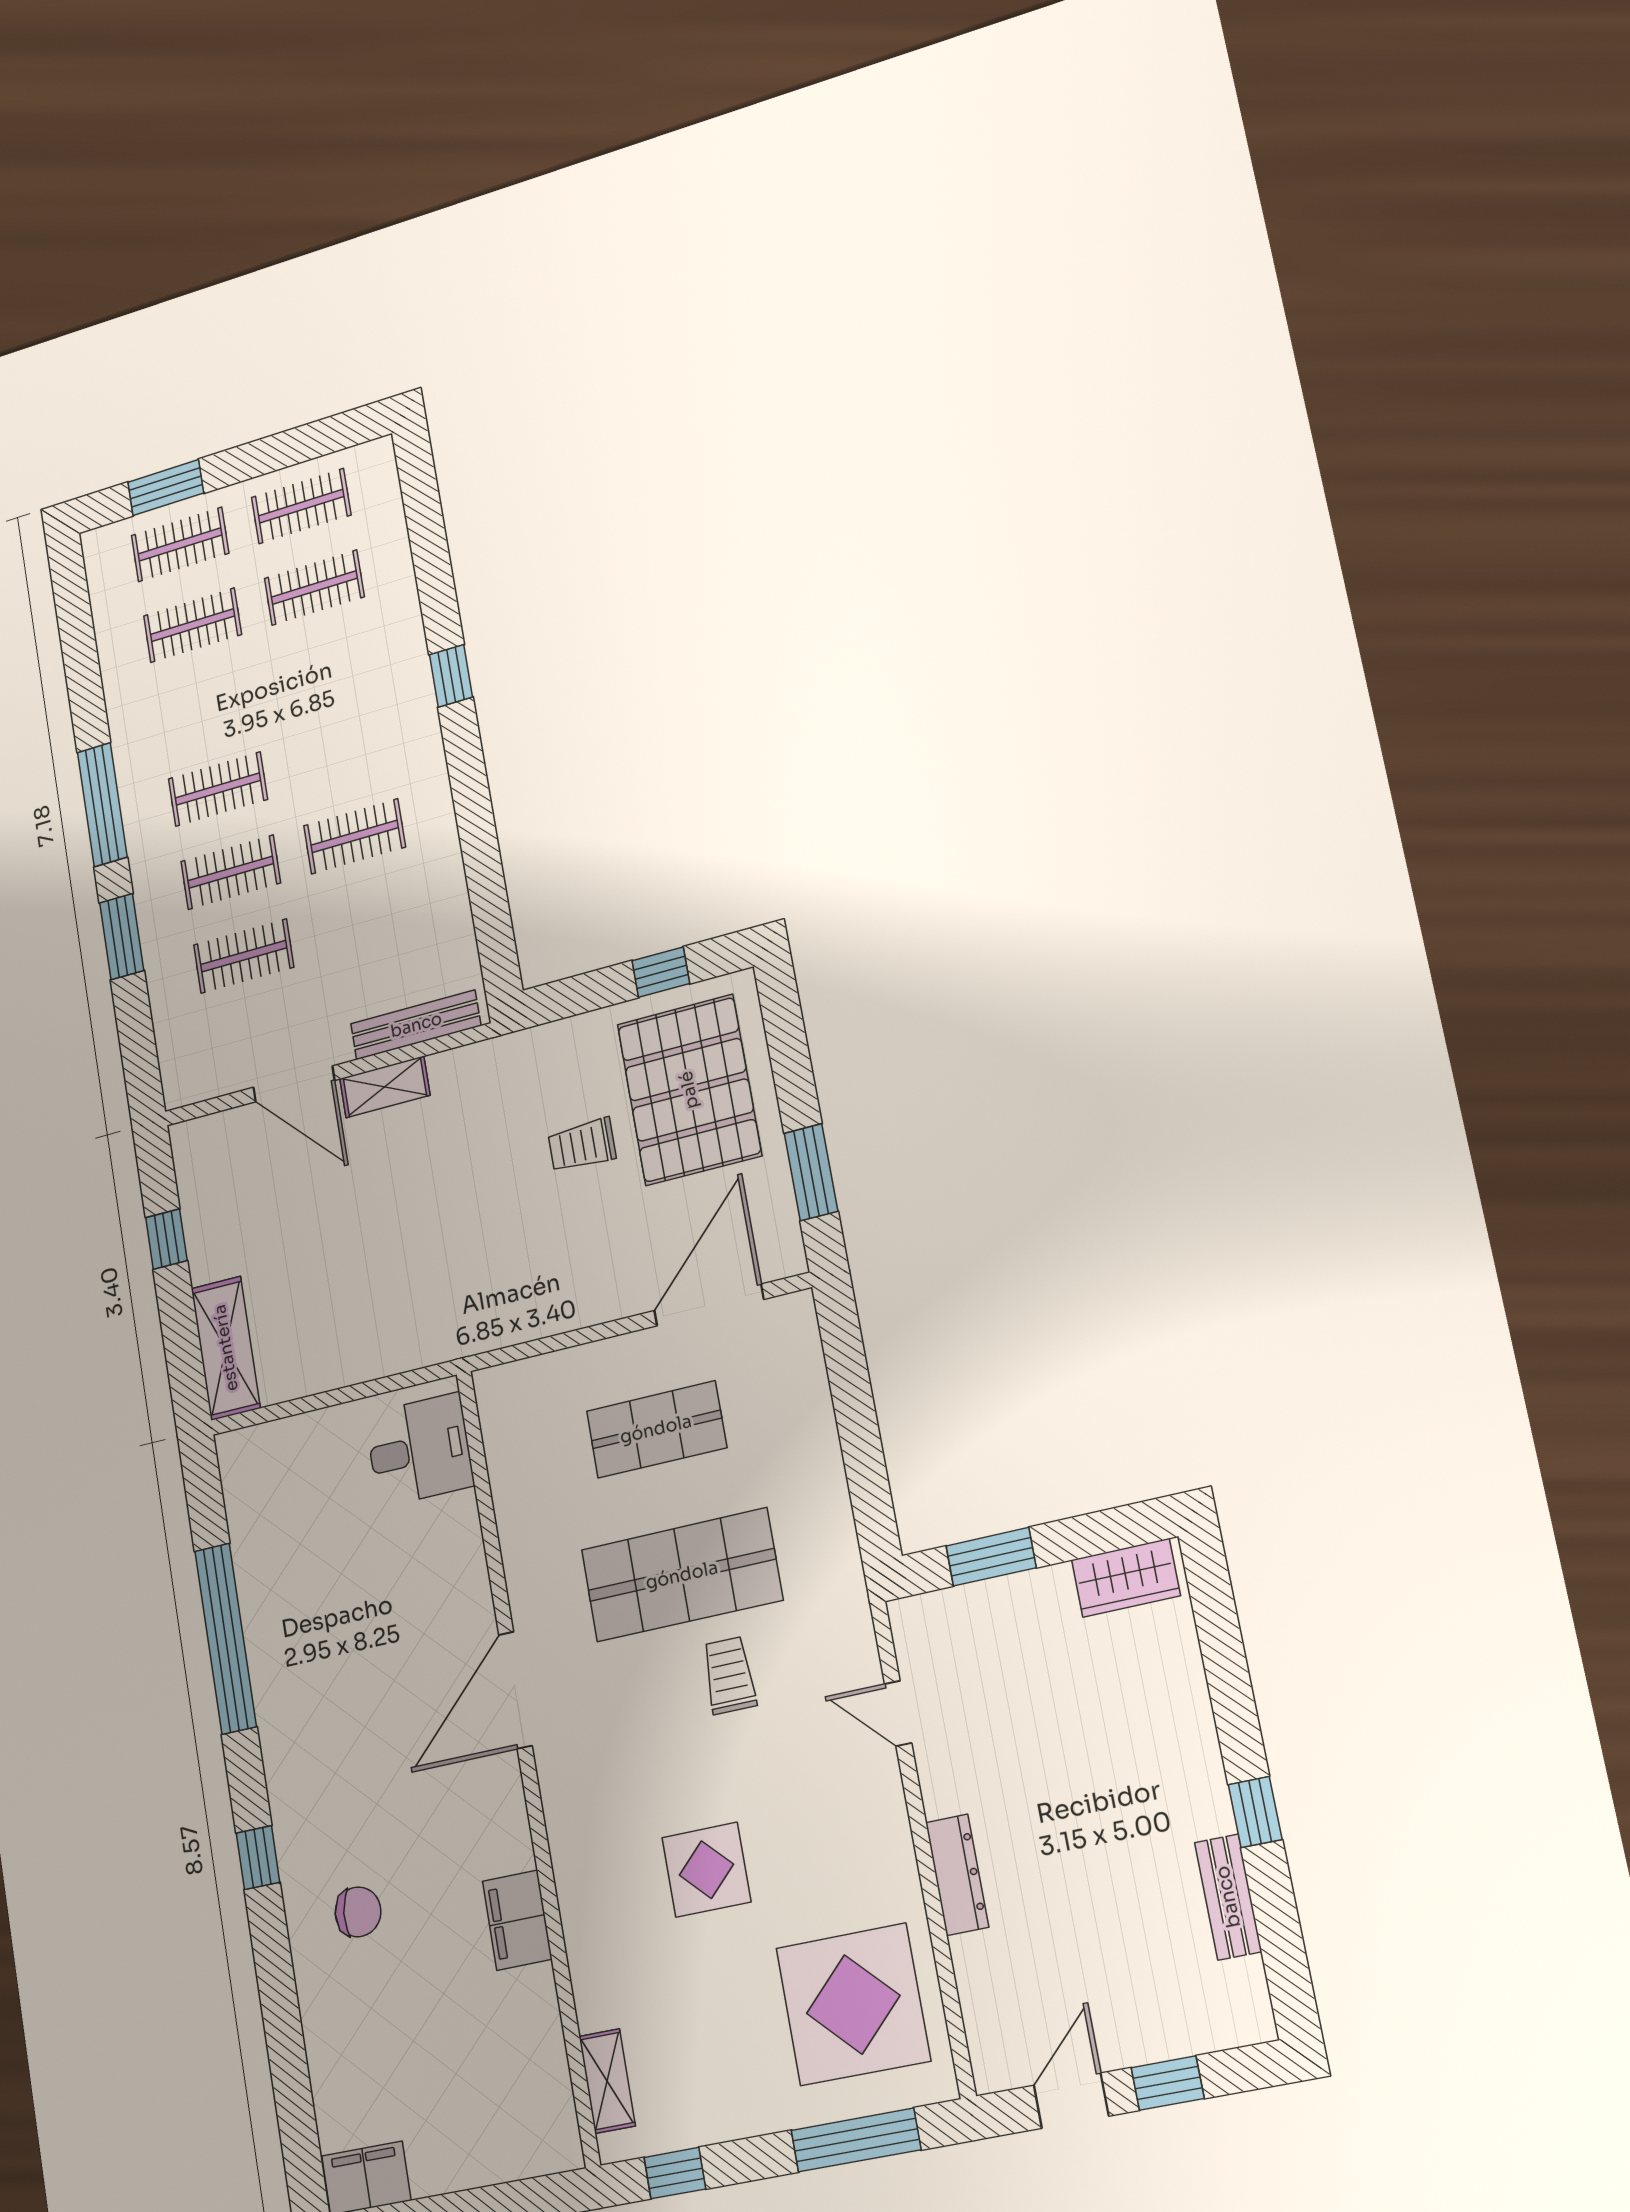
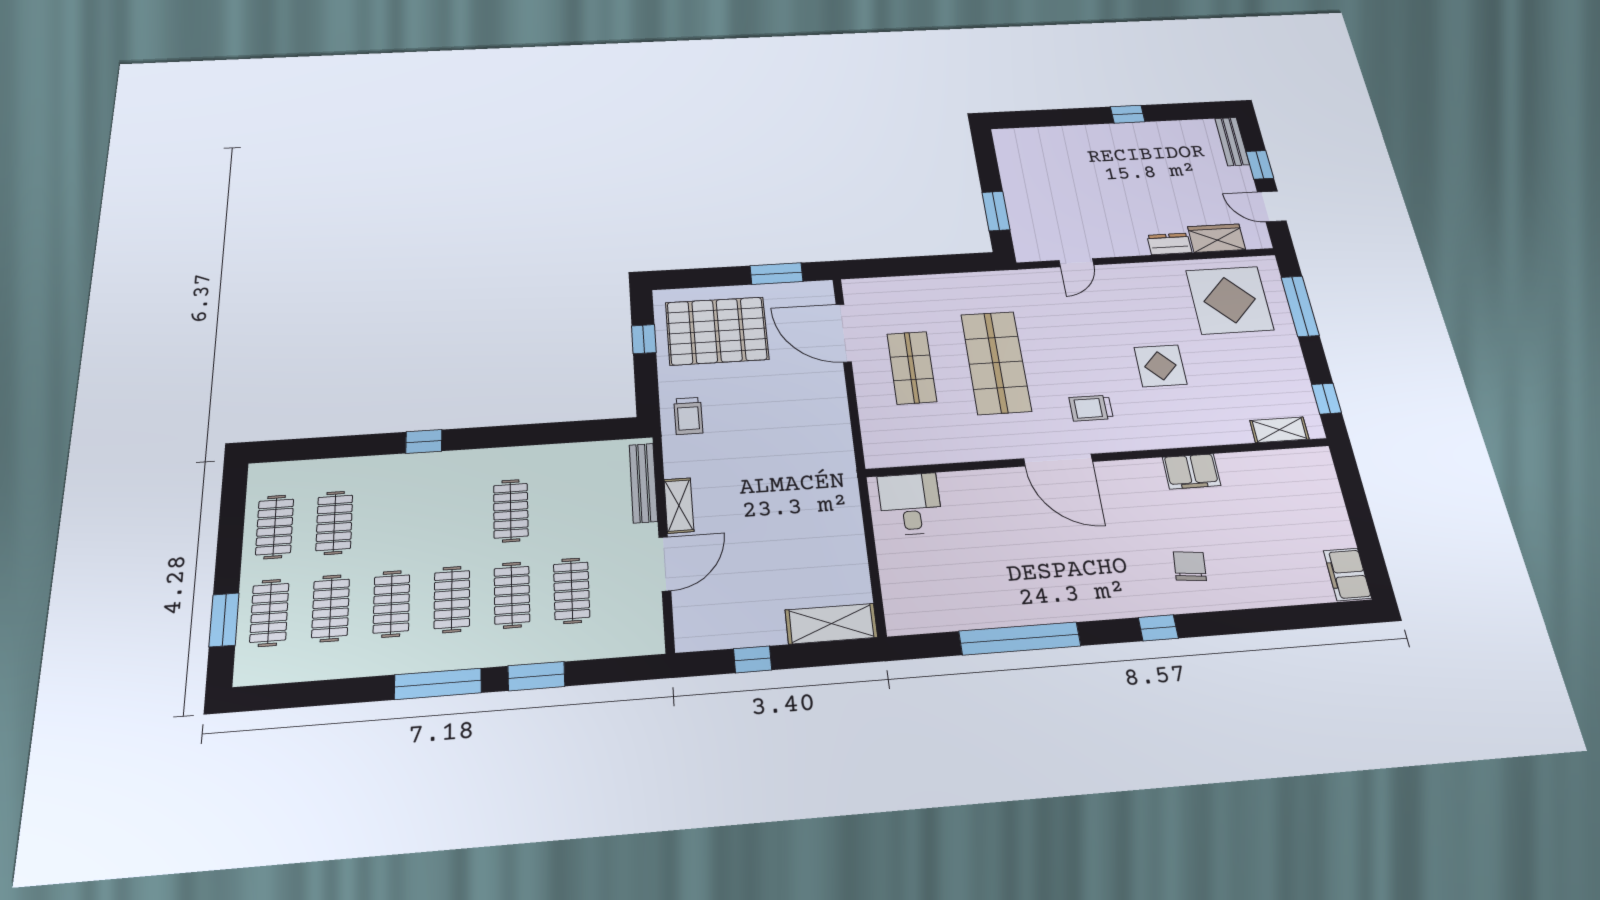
clothes rail: (205, 707) -> (391, 604), added
trolley: (582, 1145) -> (688, 416), moved
wardrobe: (1126, 1578) -> (1217, 238), moved, turned -90
trolley: (729, 1675) -> (1091, 408), moved
dresser: (957, 1875) -> (1169, 244), width x0.70
bench: (1228, 1897) -> (1232, 142), moved, turned 90

